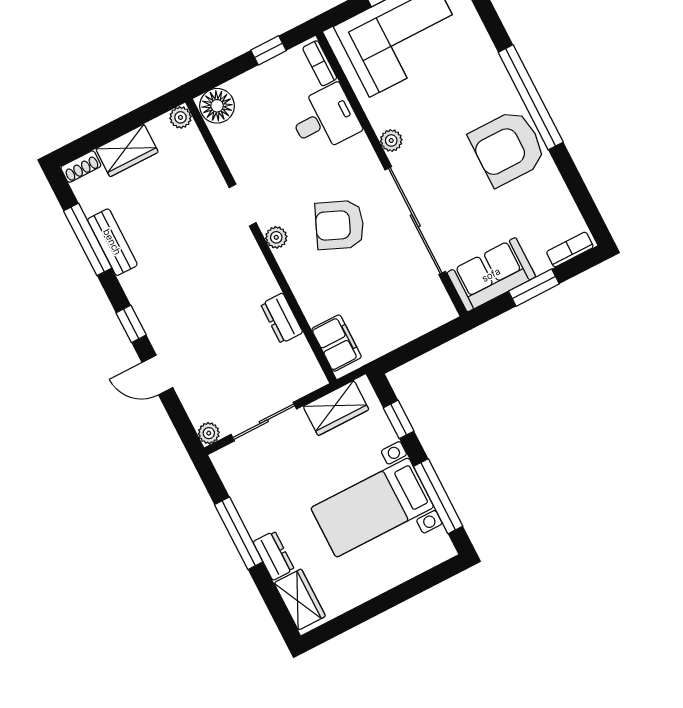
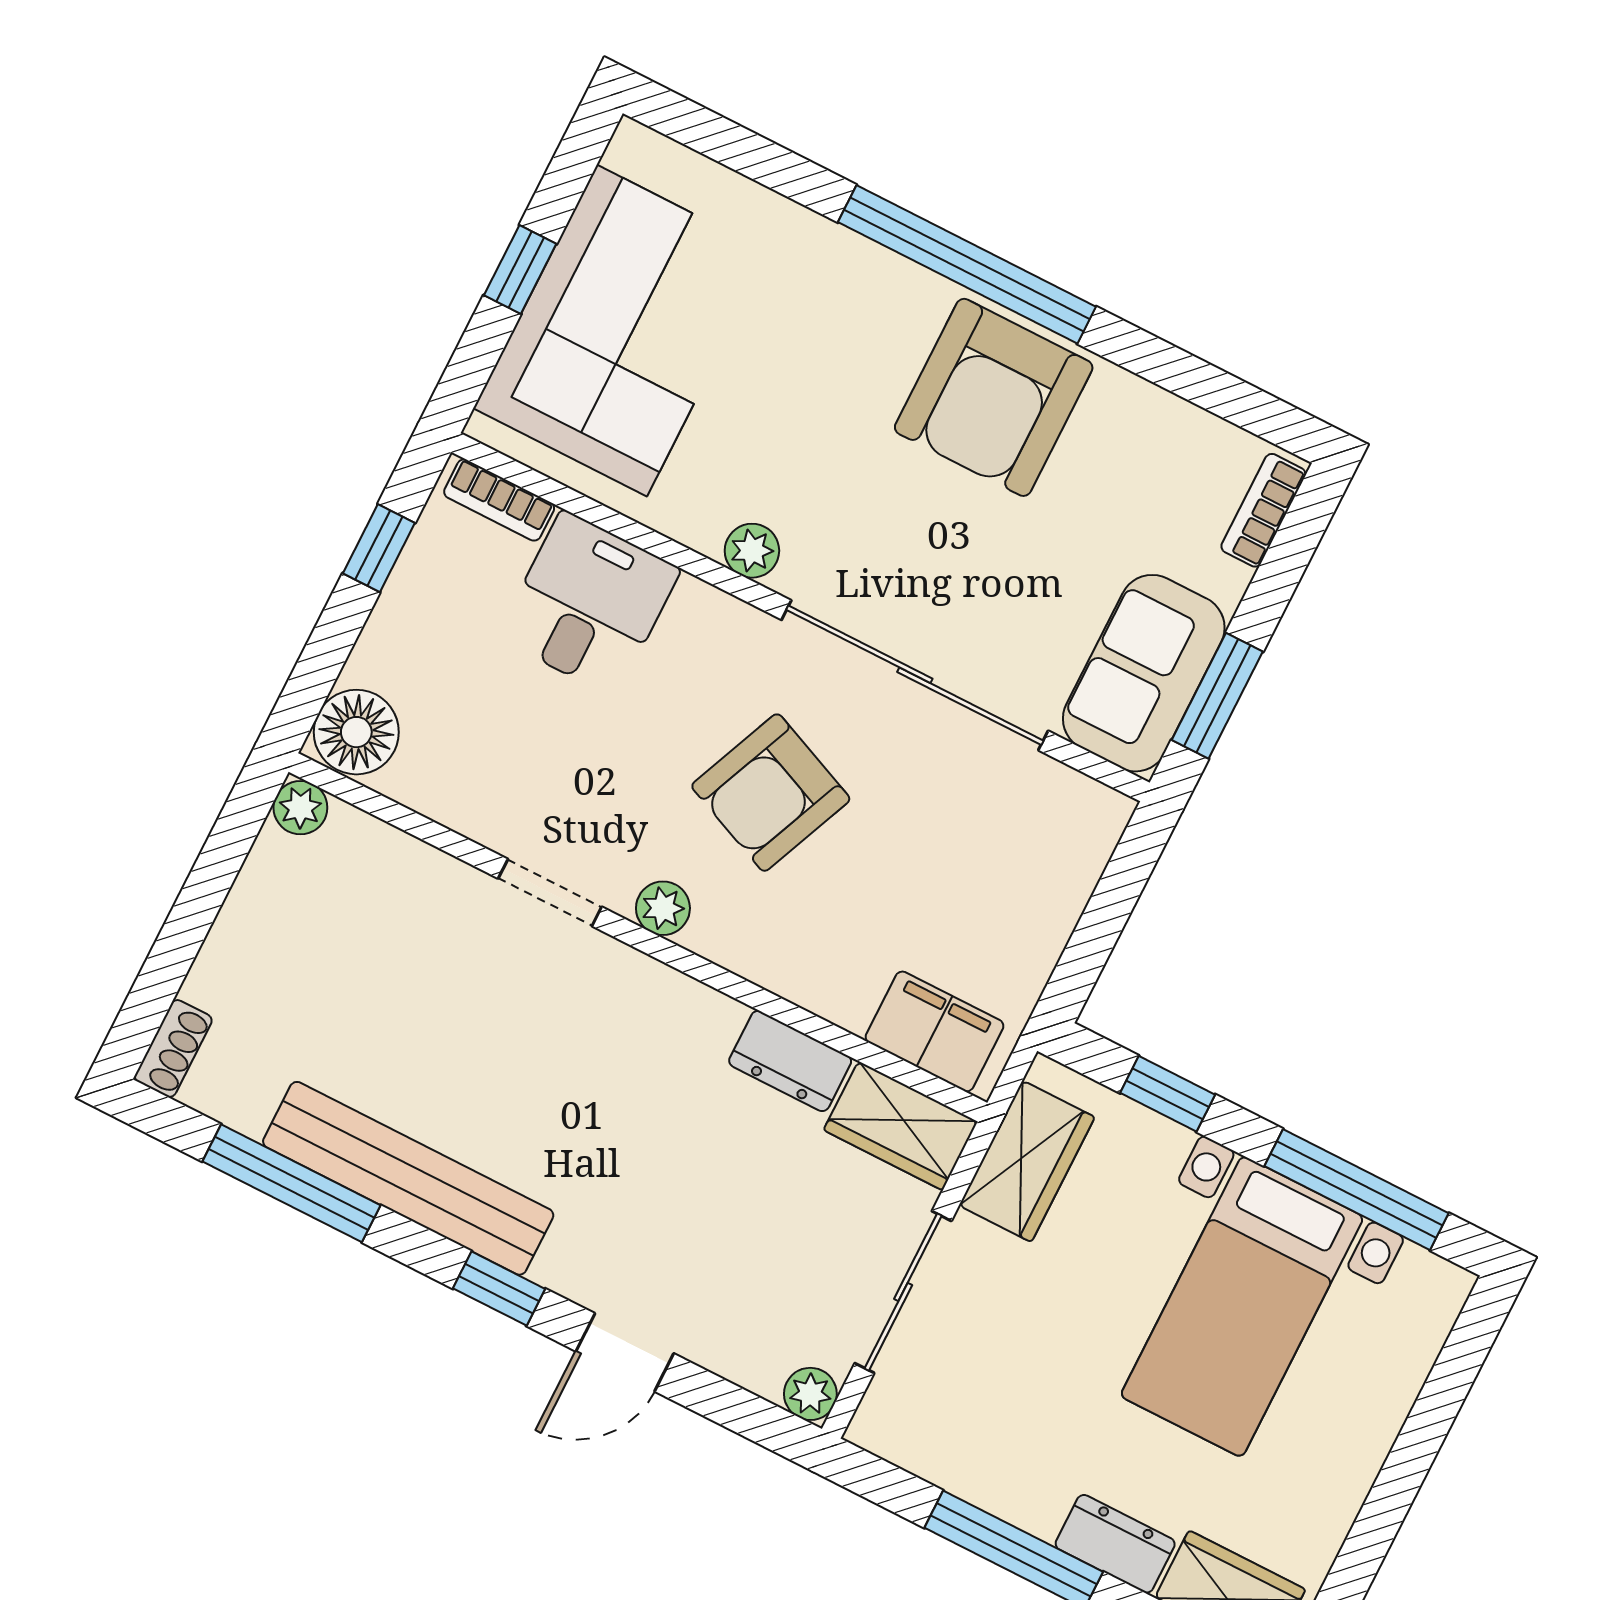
wardrobe: (127, 150) -> (901, 1126), moved, turned 90
bench: (112, 242) -> (408, 1178), width x1.86, depth x1.21
window: (534, 288) -> (1217, 696), moved

